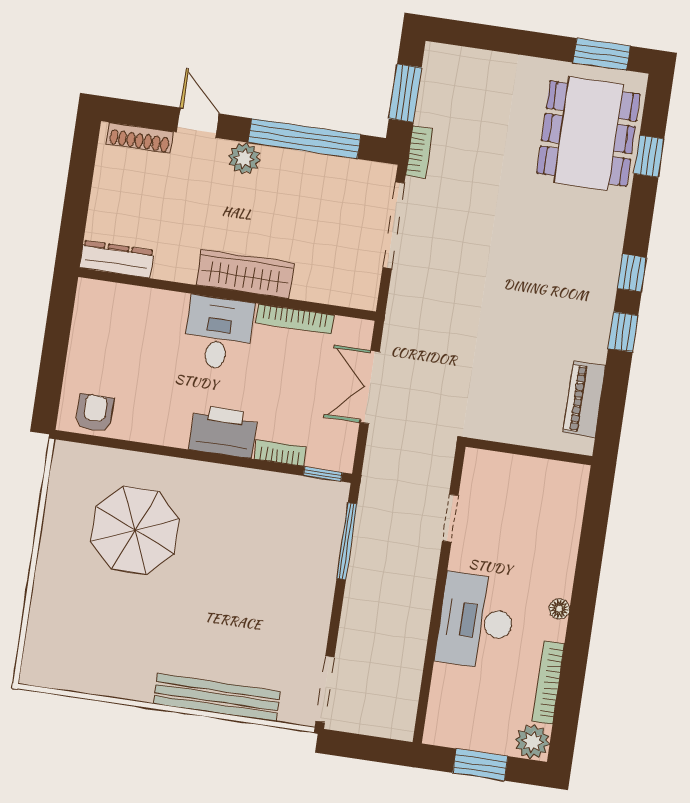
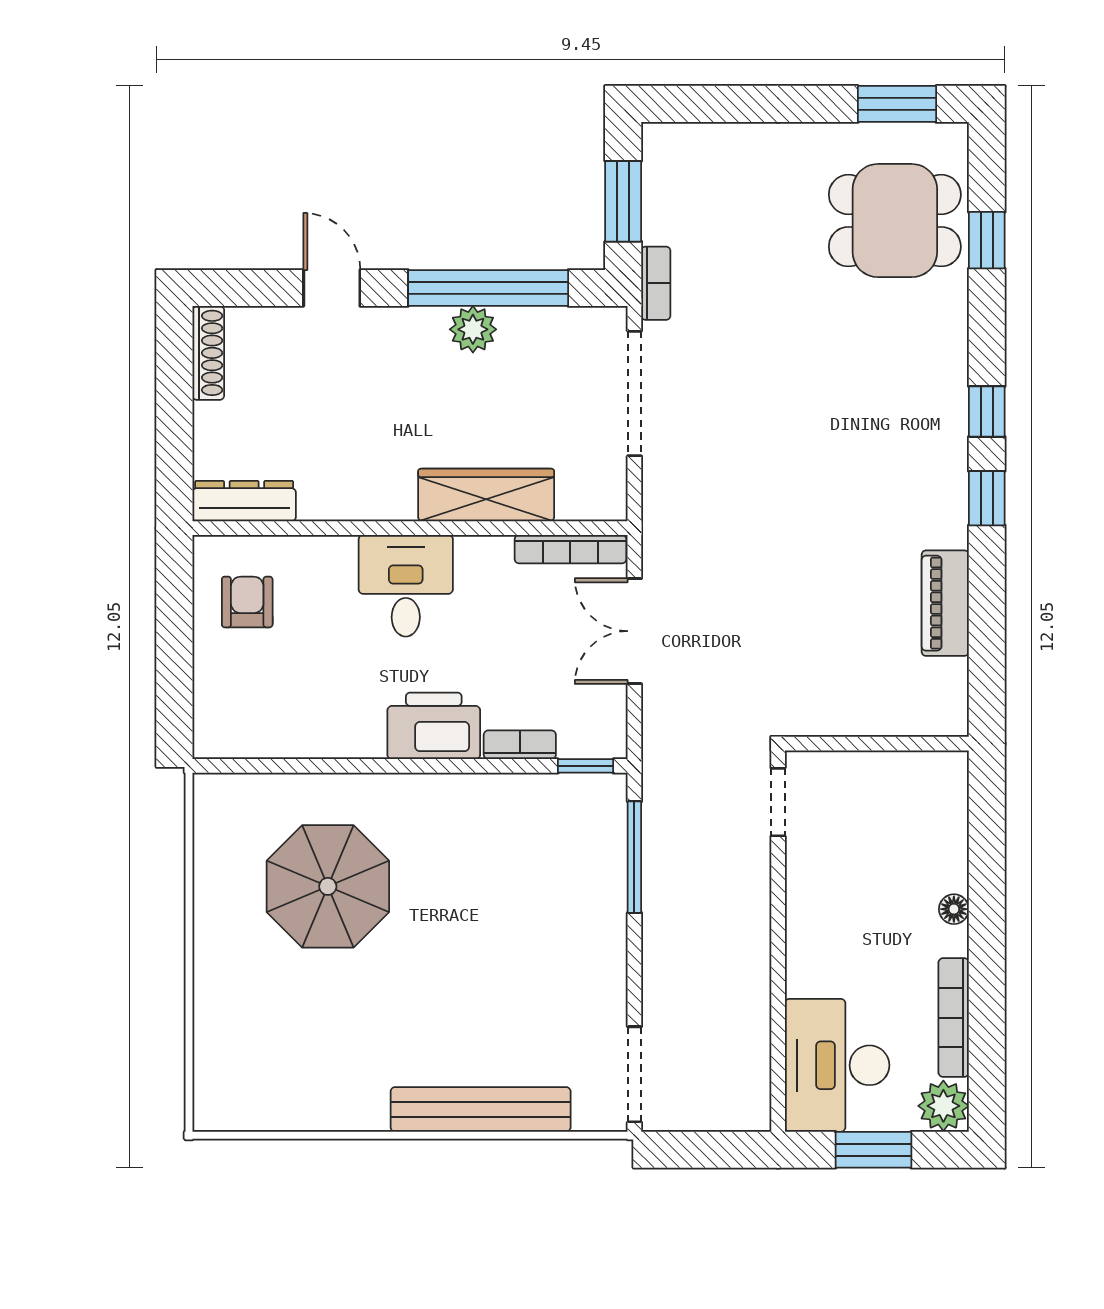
dining table: (588, 134) -> (895, 221), width x0.73
shoe rack: (140, 138) -> (208, 353), moved, turned -90
plant: (244, 158) -> (473, 329), moved
wardrobe: (245, 274) -> (486, 495), moved
bookcase: (295, 319) -> (570, 549), moved
armchair: (95, 413) -> (247, 602), moved
wall: (529, 451) -> (877, 744), moved
desk: (476, 621) -> (837, 1065), moved

